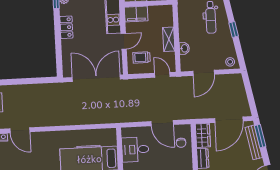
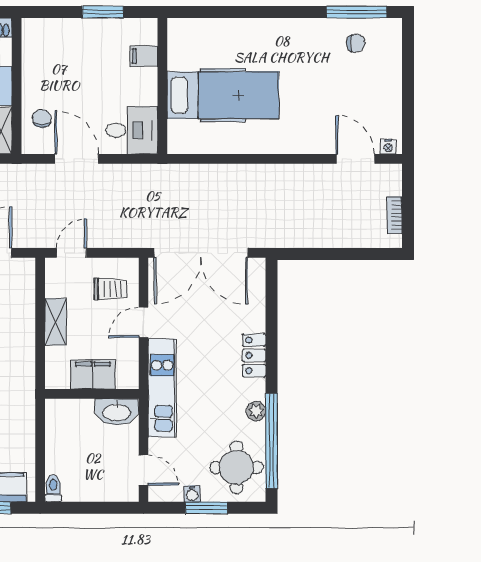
filing cabinet: (136, 14) -> (93, 374), moved
washbasin: (184, 48) -> (26, 303), removed
door: (162, 75) -> (71, 253), swing flipped
desk: (135, 149) -> (132, 130), moved

